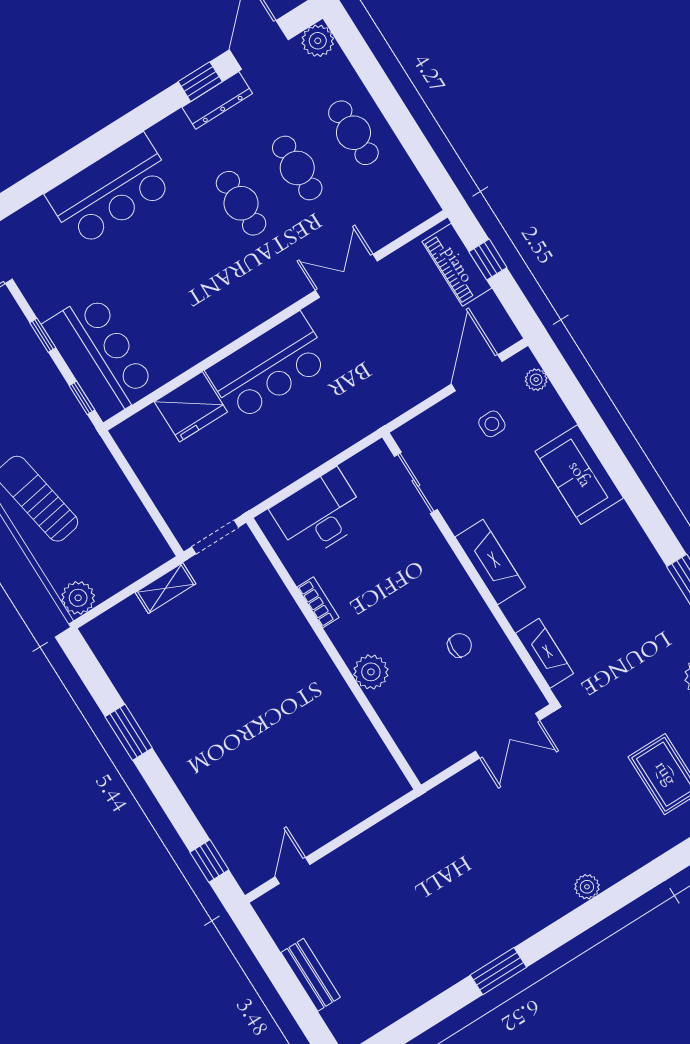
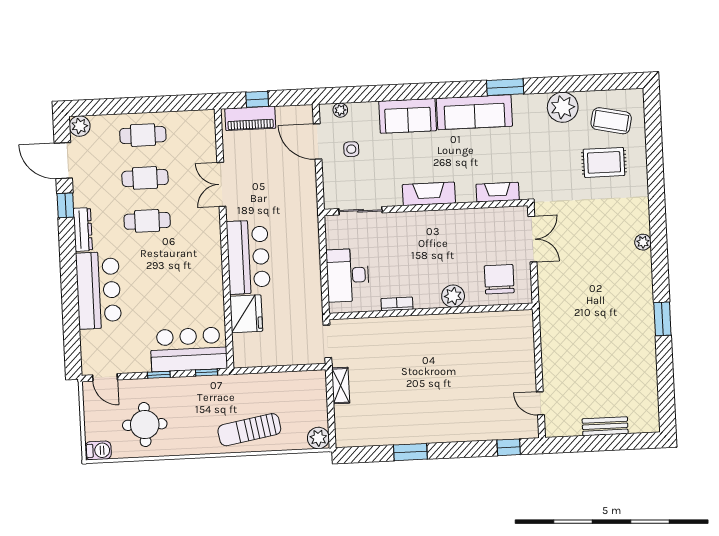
dresser: (217, 100) -> (83, 230), moved
sofa: (635, 562) -> (474, 112), added
chair: (460, 645) -> (499, 279), moved, width x1.87, depth x1.87

